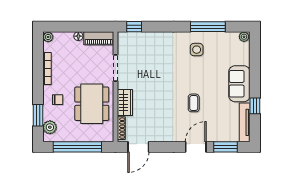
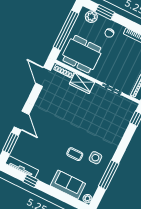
sofa: (239, 84) -> (68, 185), moved
coffee table: (194, 103) -> (75, 154), moved
dining table: (92, 104) -> (82, 54), moved

